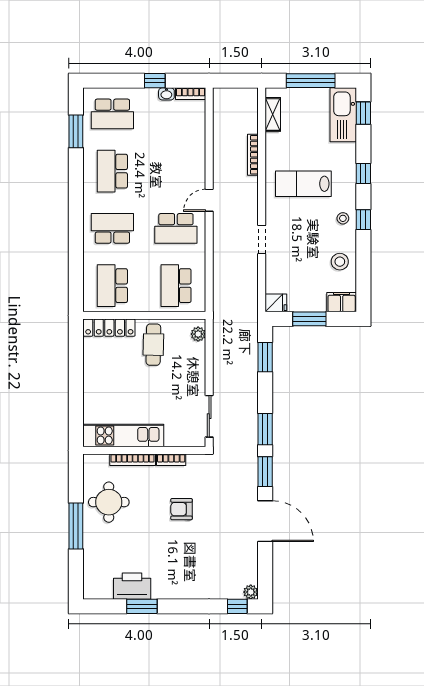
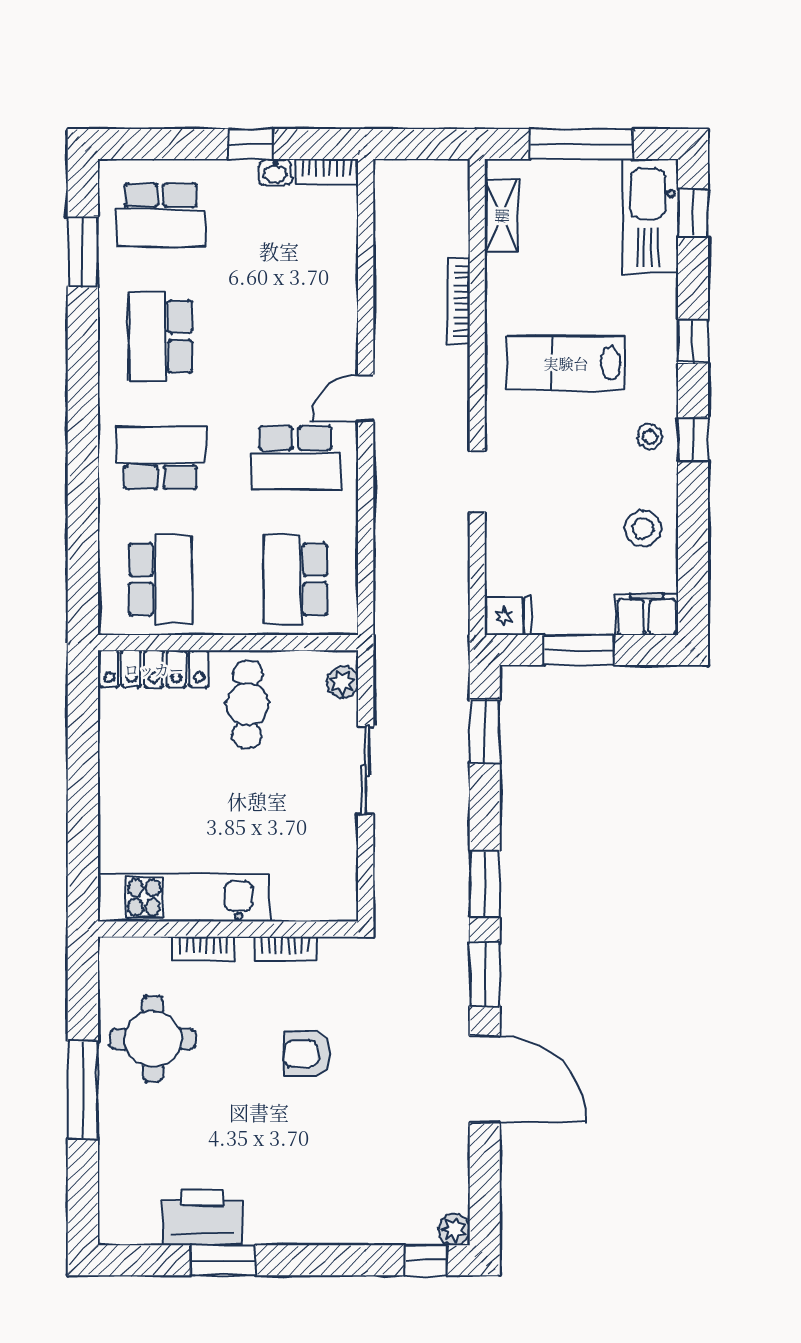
school desk: (112, 286) -> (161, 579), turned 180
sliding door: (209, 416) -> (366, 770), moved
bookcase: (133, 460) -> (203, 949), width x0.64

